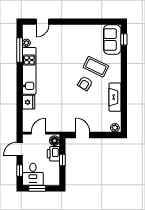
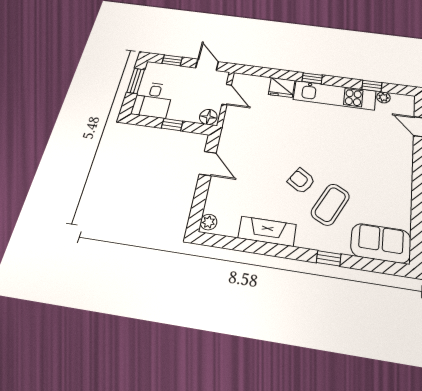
window: (124, 39) -> (329, 258), moved
window: (20, 50) -> (372, 86), width x0.46
window: (20, 85) -> (312, 78), added
door: (83, 135) -> (208, 164), hinge flipped
printer: (53, 154) -> (186, 112), removed
desk: (33, 174) -> (153, 100), moved, turned -90

